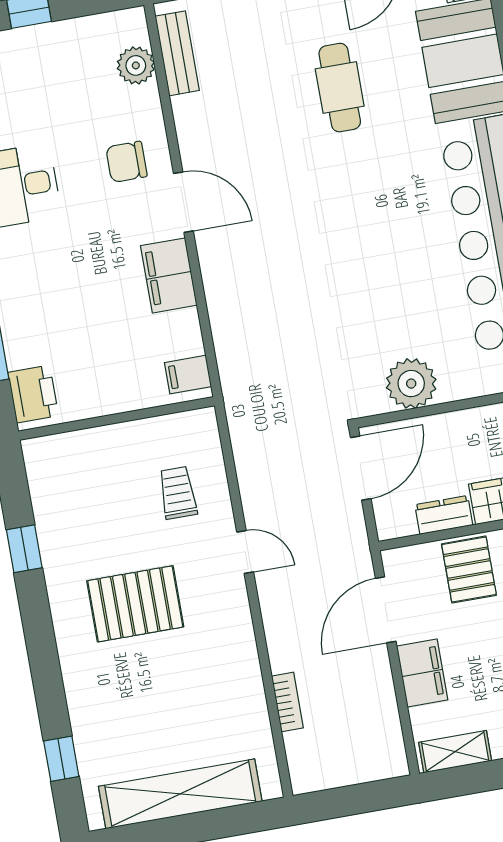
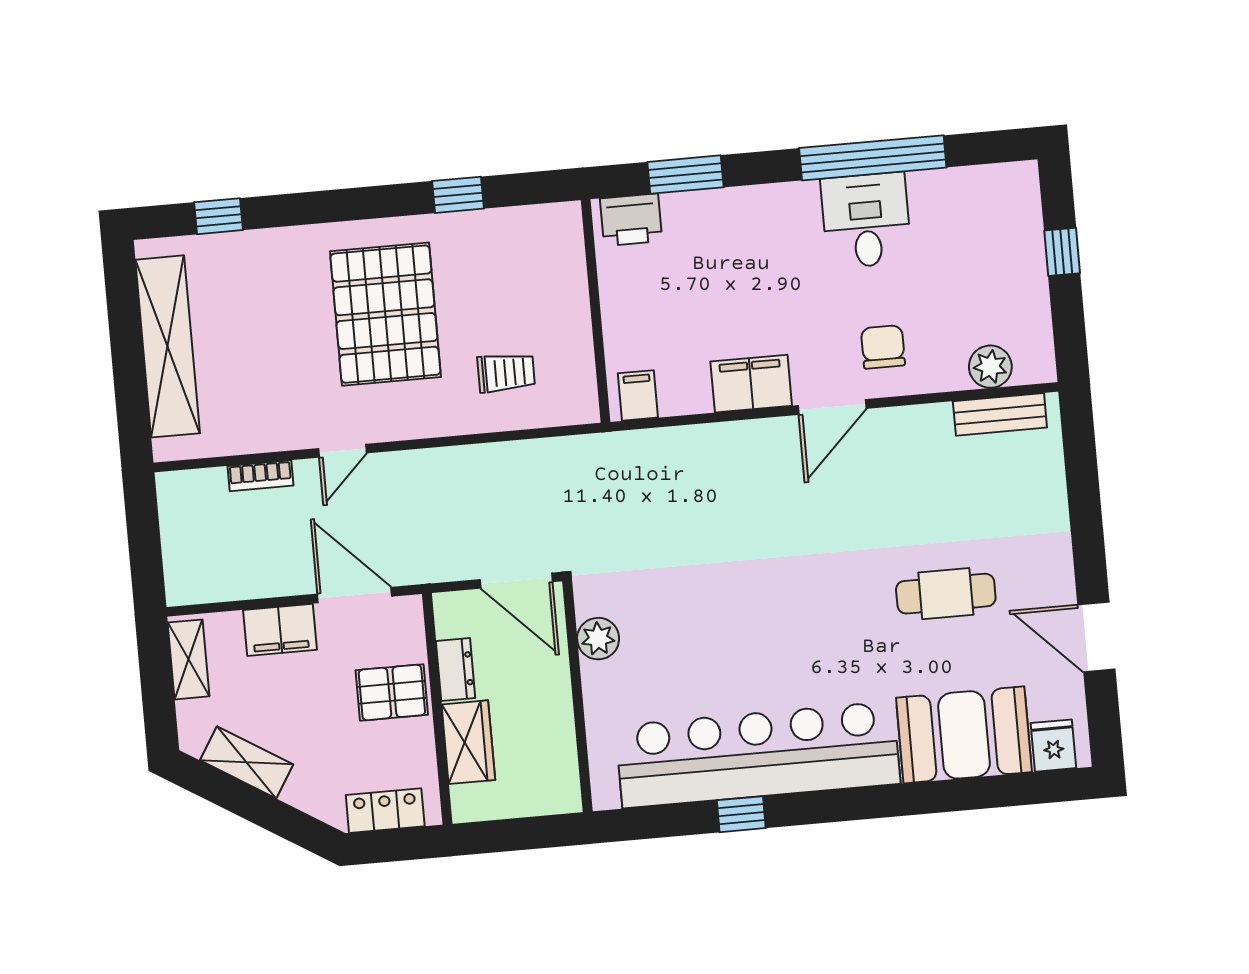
plant: (411, 384) -> (598, 639), width x0.73, depth x0.73
door: (245, 552) -> (342, 451), moved
pallet: (135, 604) -> (385, 314), width x1.37, depth x1.41

